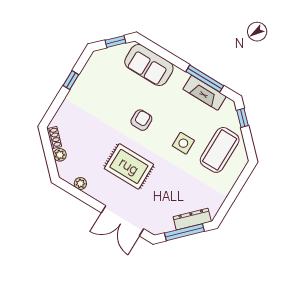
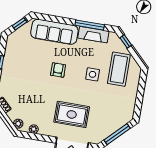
sofa: (149, 65) -> (54, 32), width x1.36
plant: (60, 155) -> (18, 124), moved
rug: (129, 166) -> (72, 114), moved
dresser: (192, 219) -> (119, 123), removed

